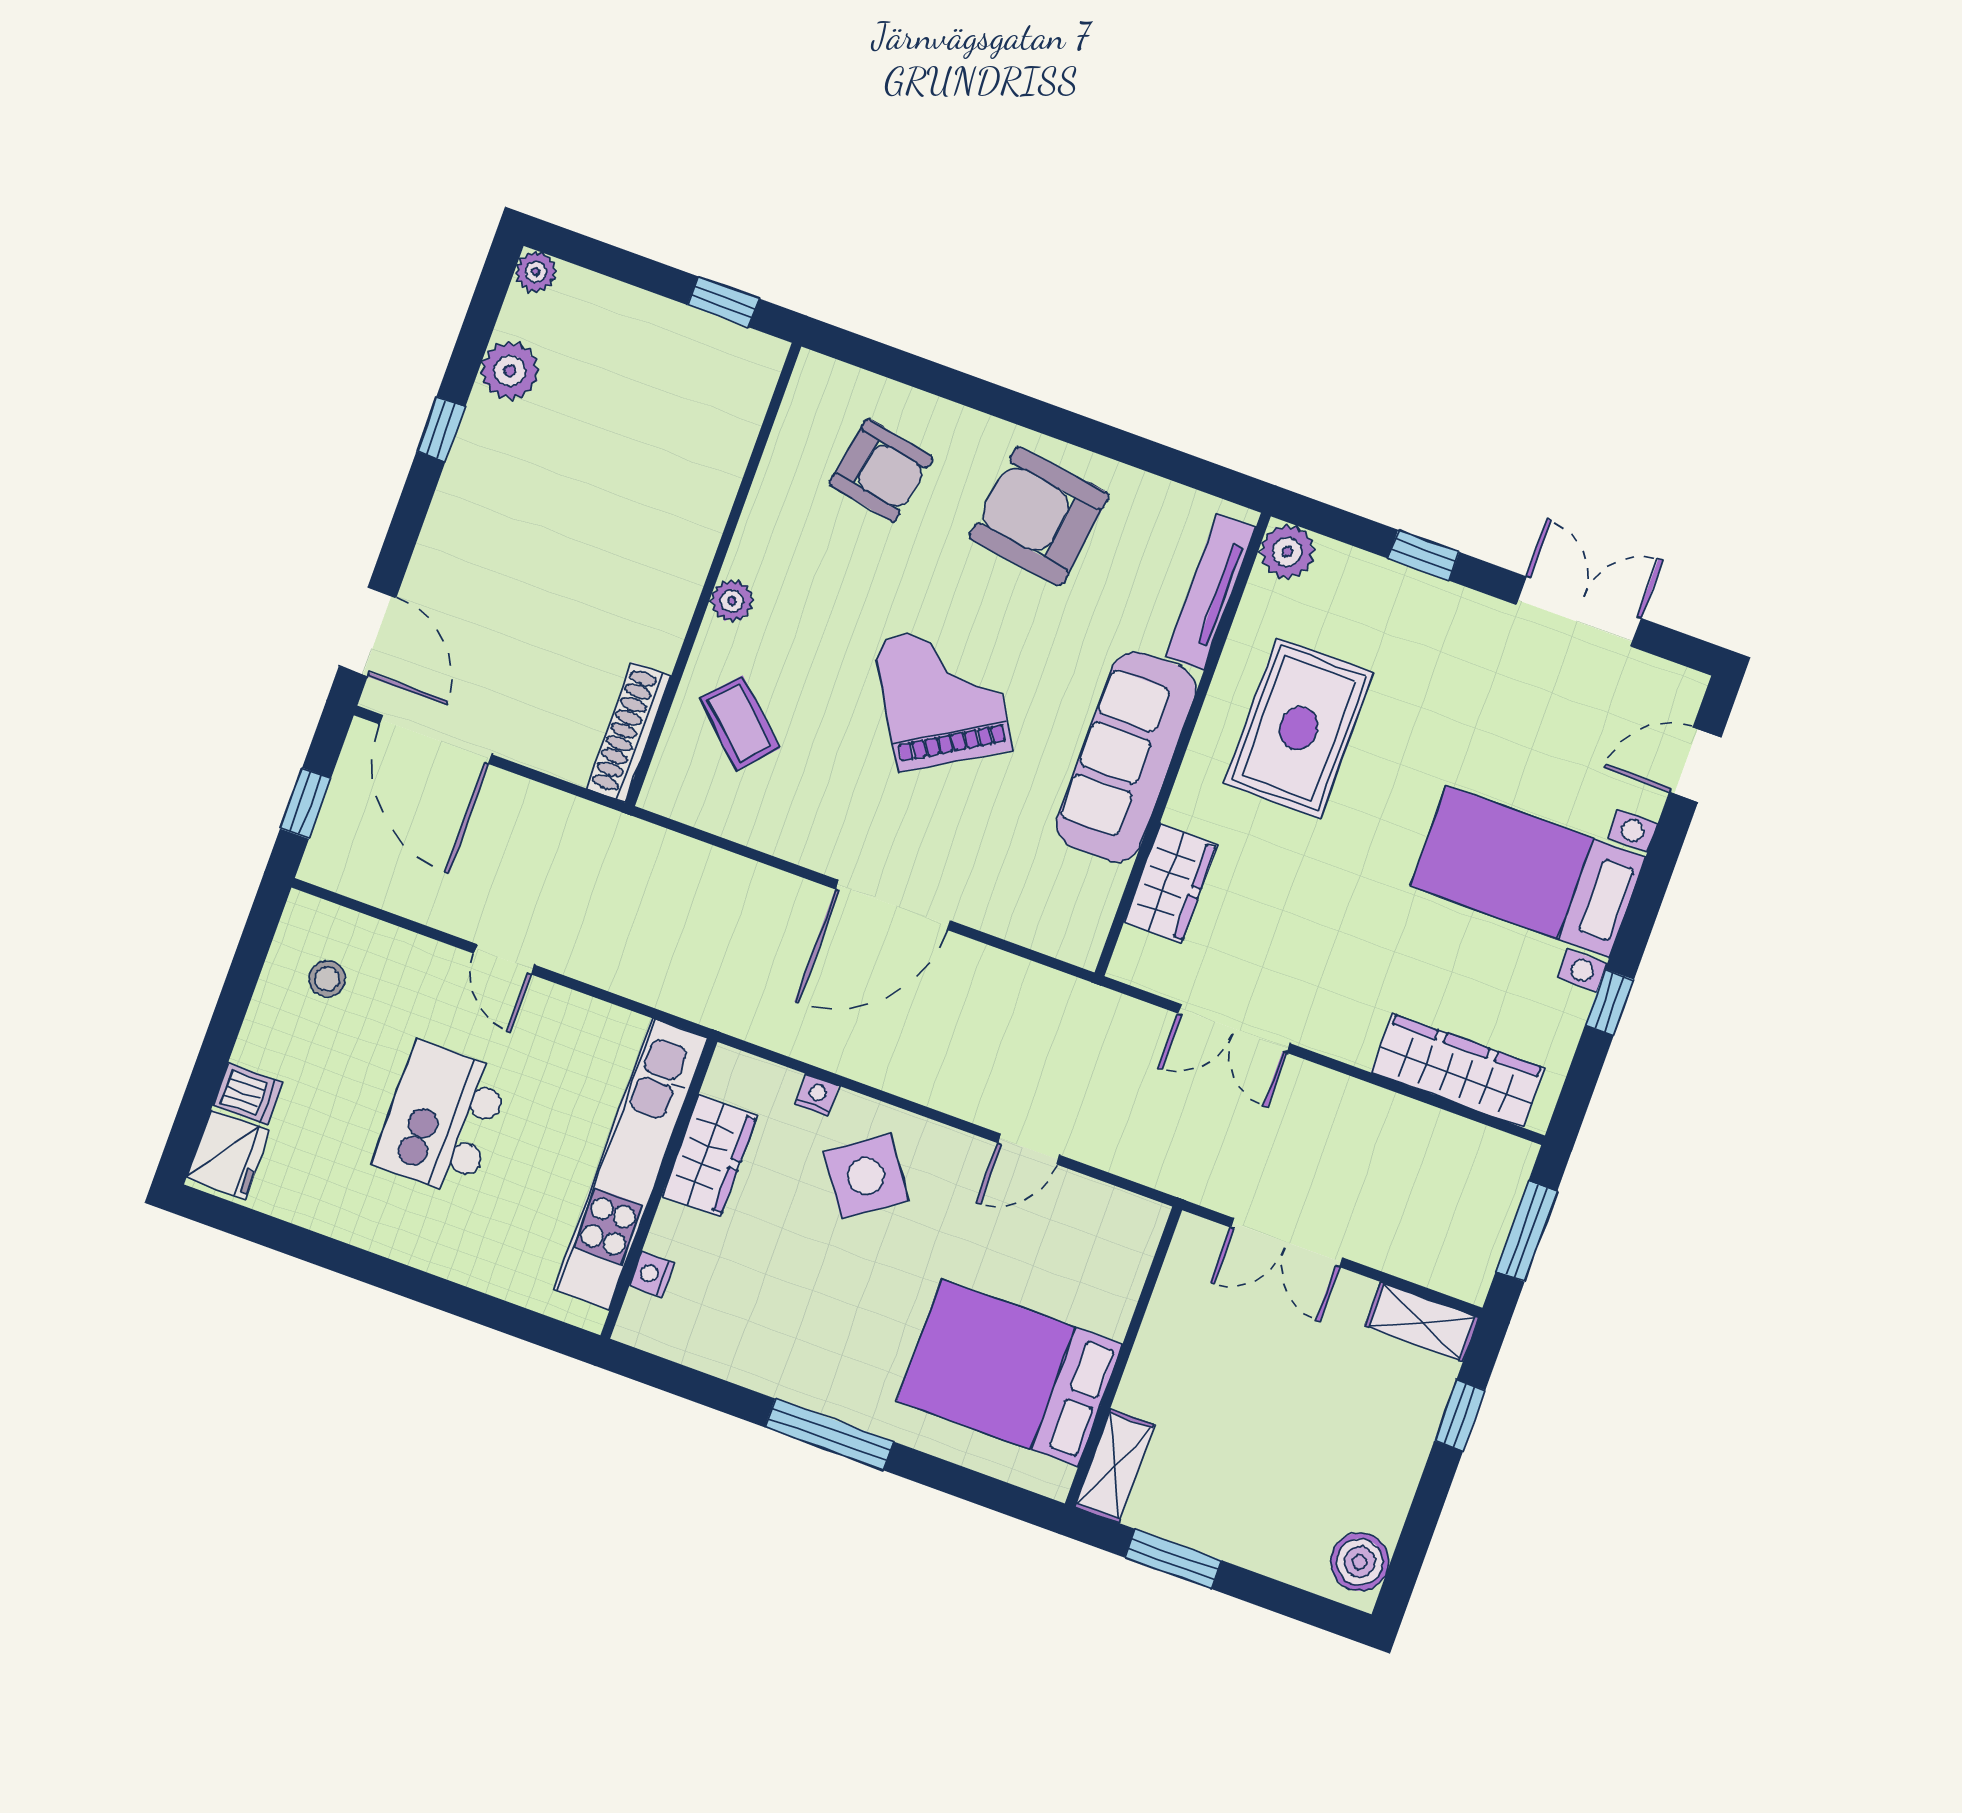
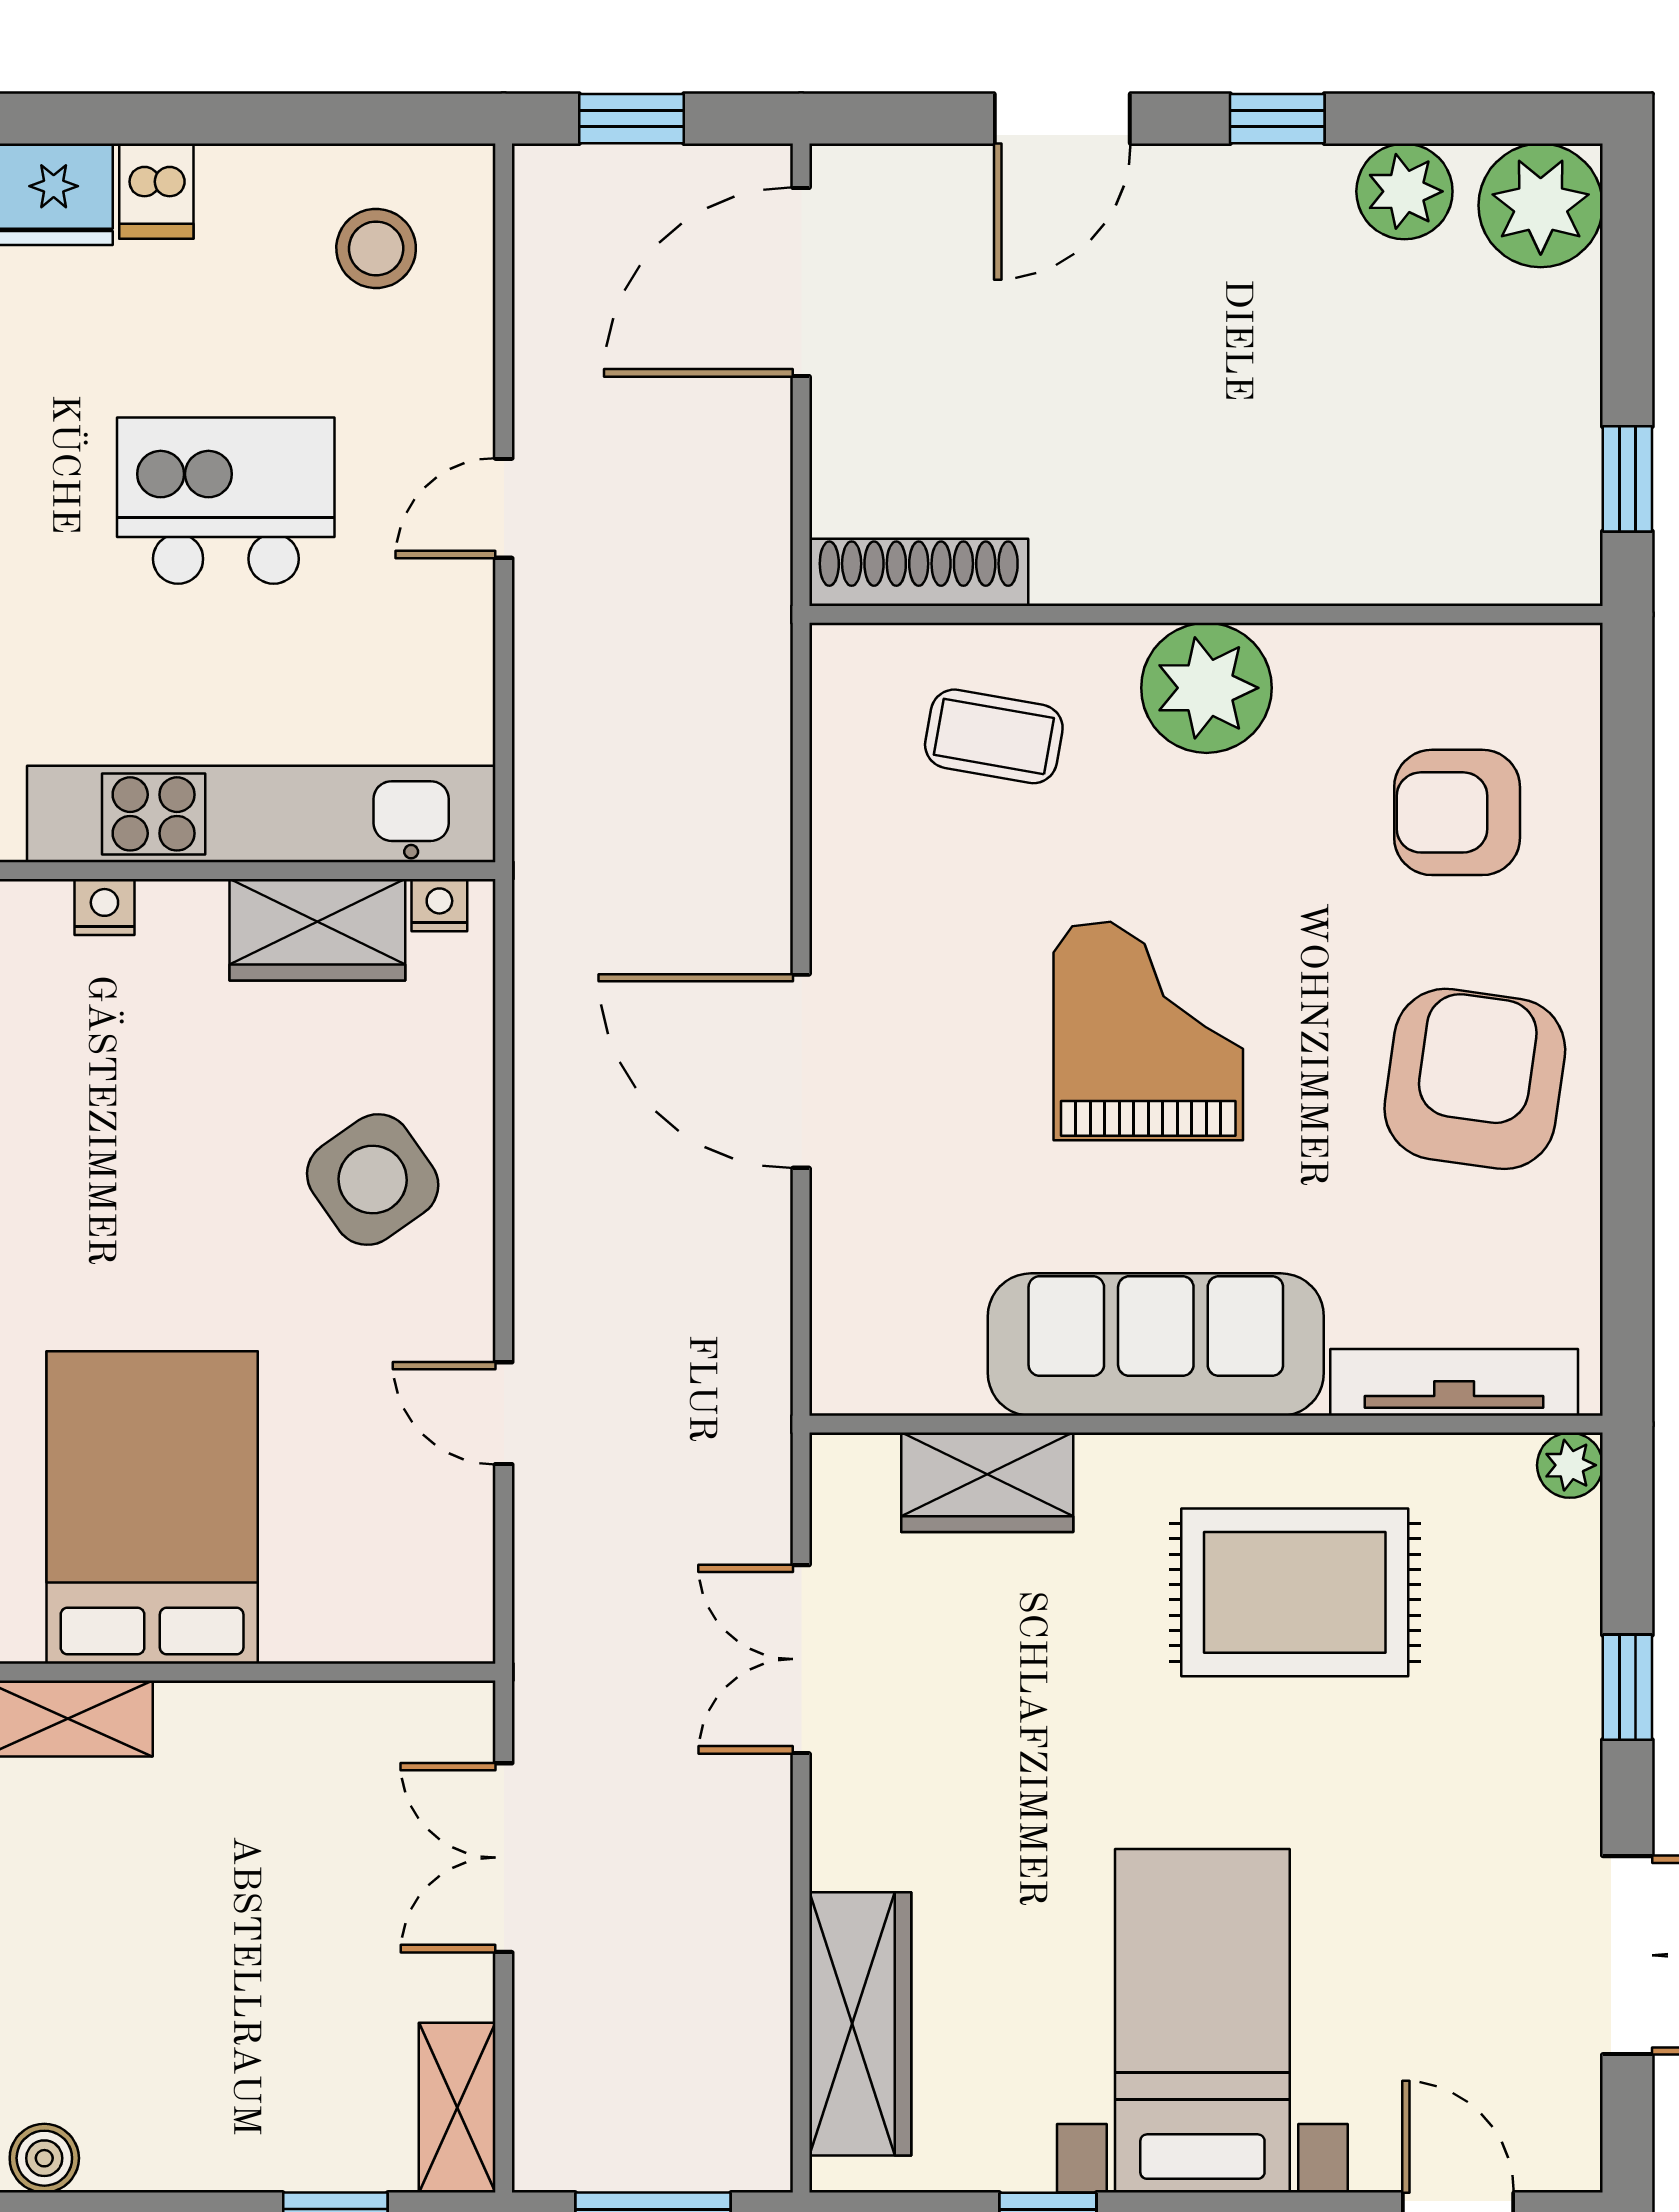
plant: (536, 272) -> (1541, 205), width x1.88, depth x1.88
armchair: (881, 471) -> (1457, 812), turned 79
plant: (1287, 552) -> (1570, 1465), width x0.73, depth x0.73
plant: (732, 601) -> (1206, 688), width x1.87, depth x1.87
door: (368, 632) -> (1062, 119), moved
grand piano: (943, 695) -> (1148, 1031), turned -59
coffee table: (740, 723) -> (994, 736), turned 57
stool: (327, 979) -> (376, 248), width x1.37, depth x1.37
nightstand: (817, 1095) -> (439, 905), moved, turned -90
boiler: (1360, 1562) -> (44, 2158), width x0.73, depth x0.73

